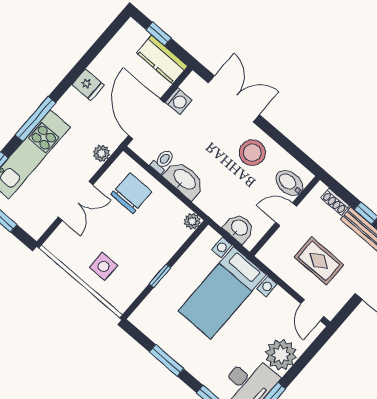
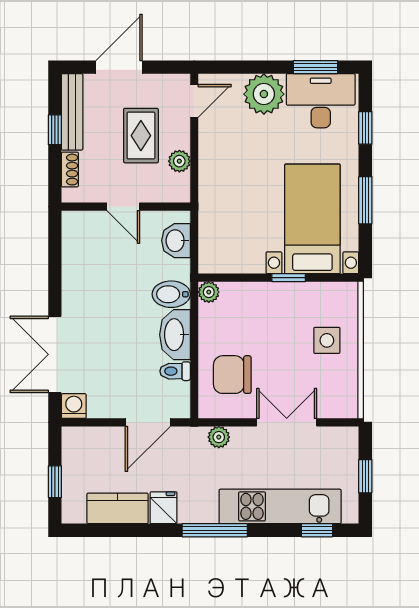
kitchen counter: (162, 60) -> (118, 508), moved, turned -90
washing machine: (179, 101) -> (74, 406), moved
window: (35, 119) -> (215, 530), moved
door: (146, 119) -> (148, 422), width x0.73
stool: (252, 153) -> (92, 291), removed
bidet: (289, 183) -> (171, 294), moved, turned 90
plant: (284, 271) -> (179, 161), added
bed with nightstands: (222, 293) -> (312, 219), moved, turned -90

